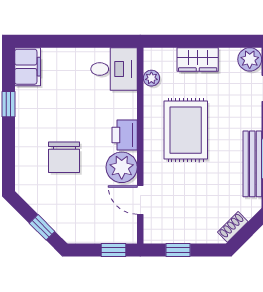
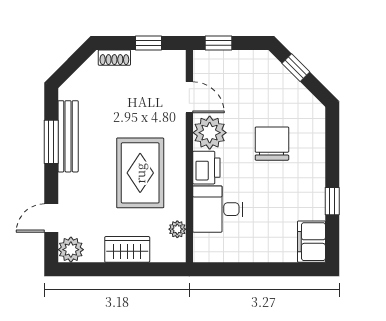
desk: (114, 69) -> (218, 209), moved
shoe rack: (233, 227) -> (114, 58), moved, turned 45

